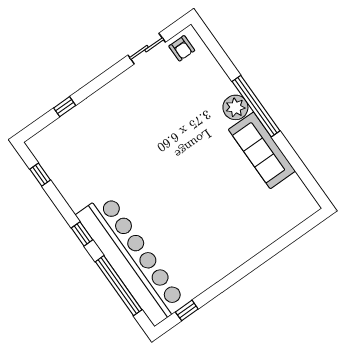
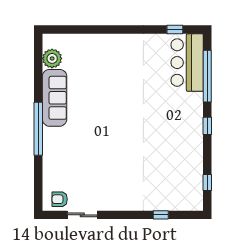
armchair: (182, 48) -> (60, 199), turned -90
plant: (235, 107) -> (52, 58), moved
bar counter: (131, 259) -> (187, 63), width x0.54

